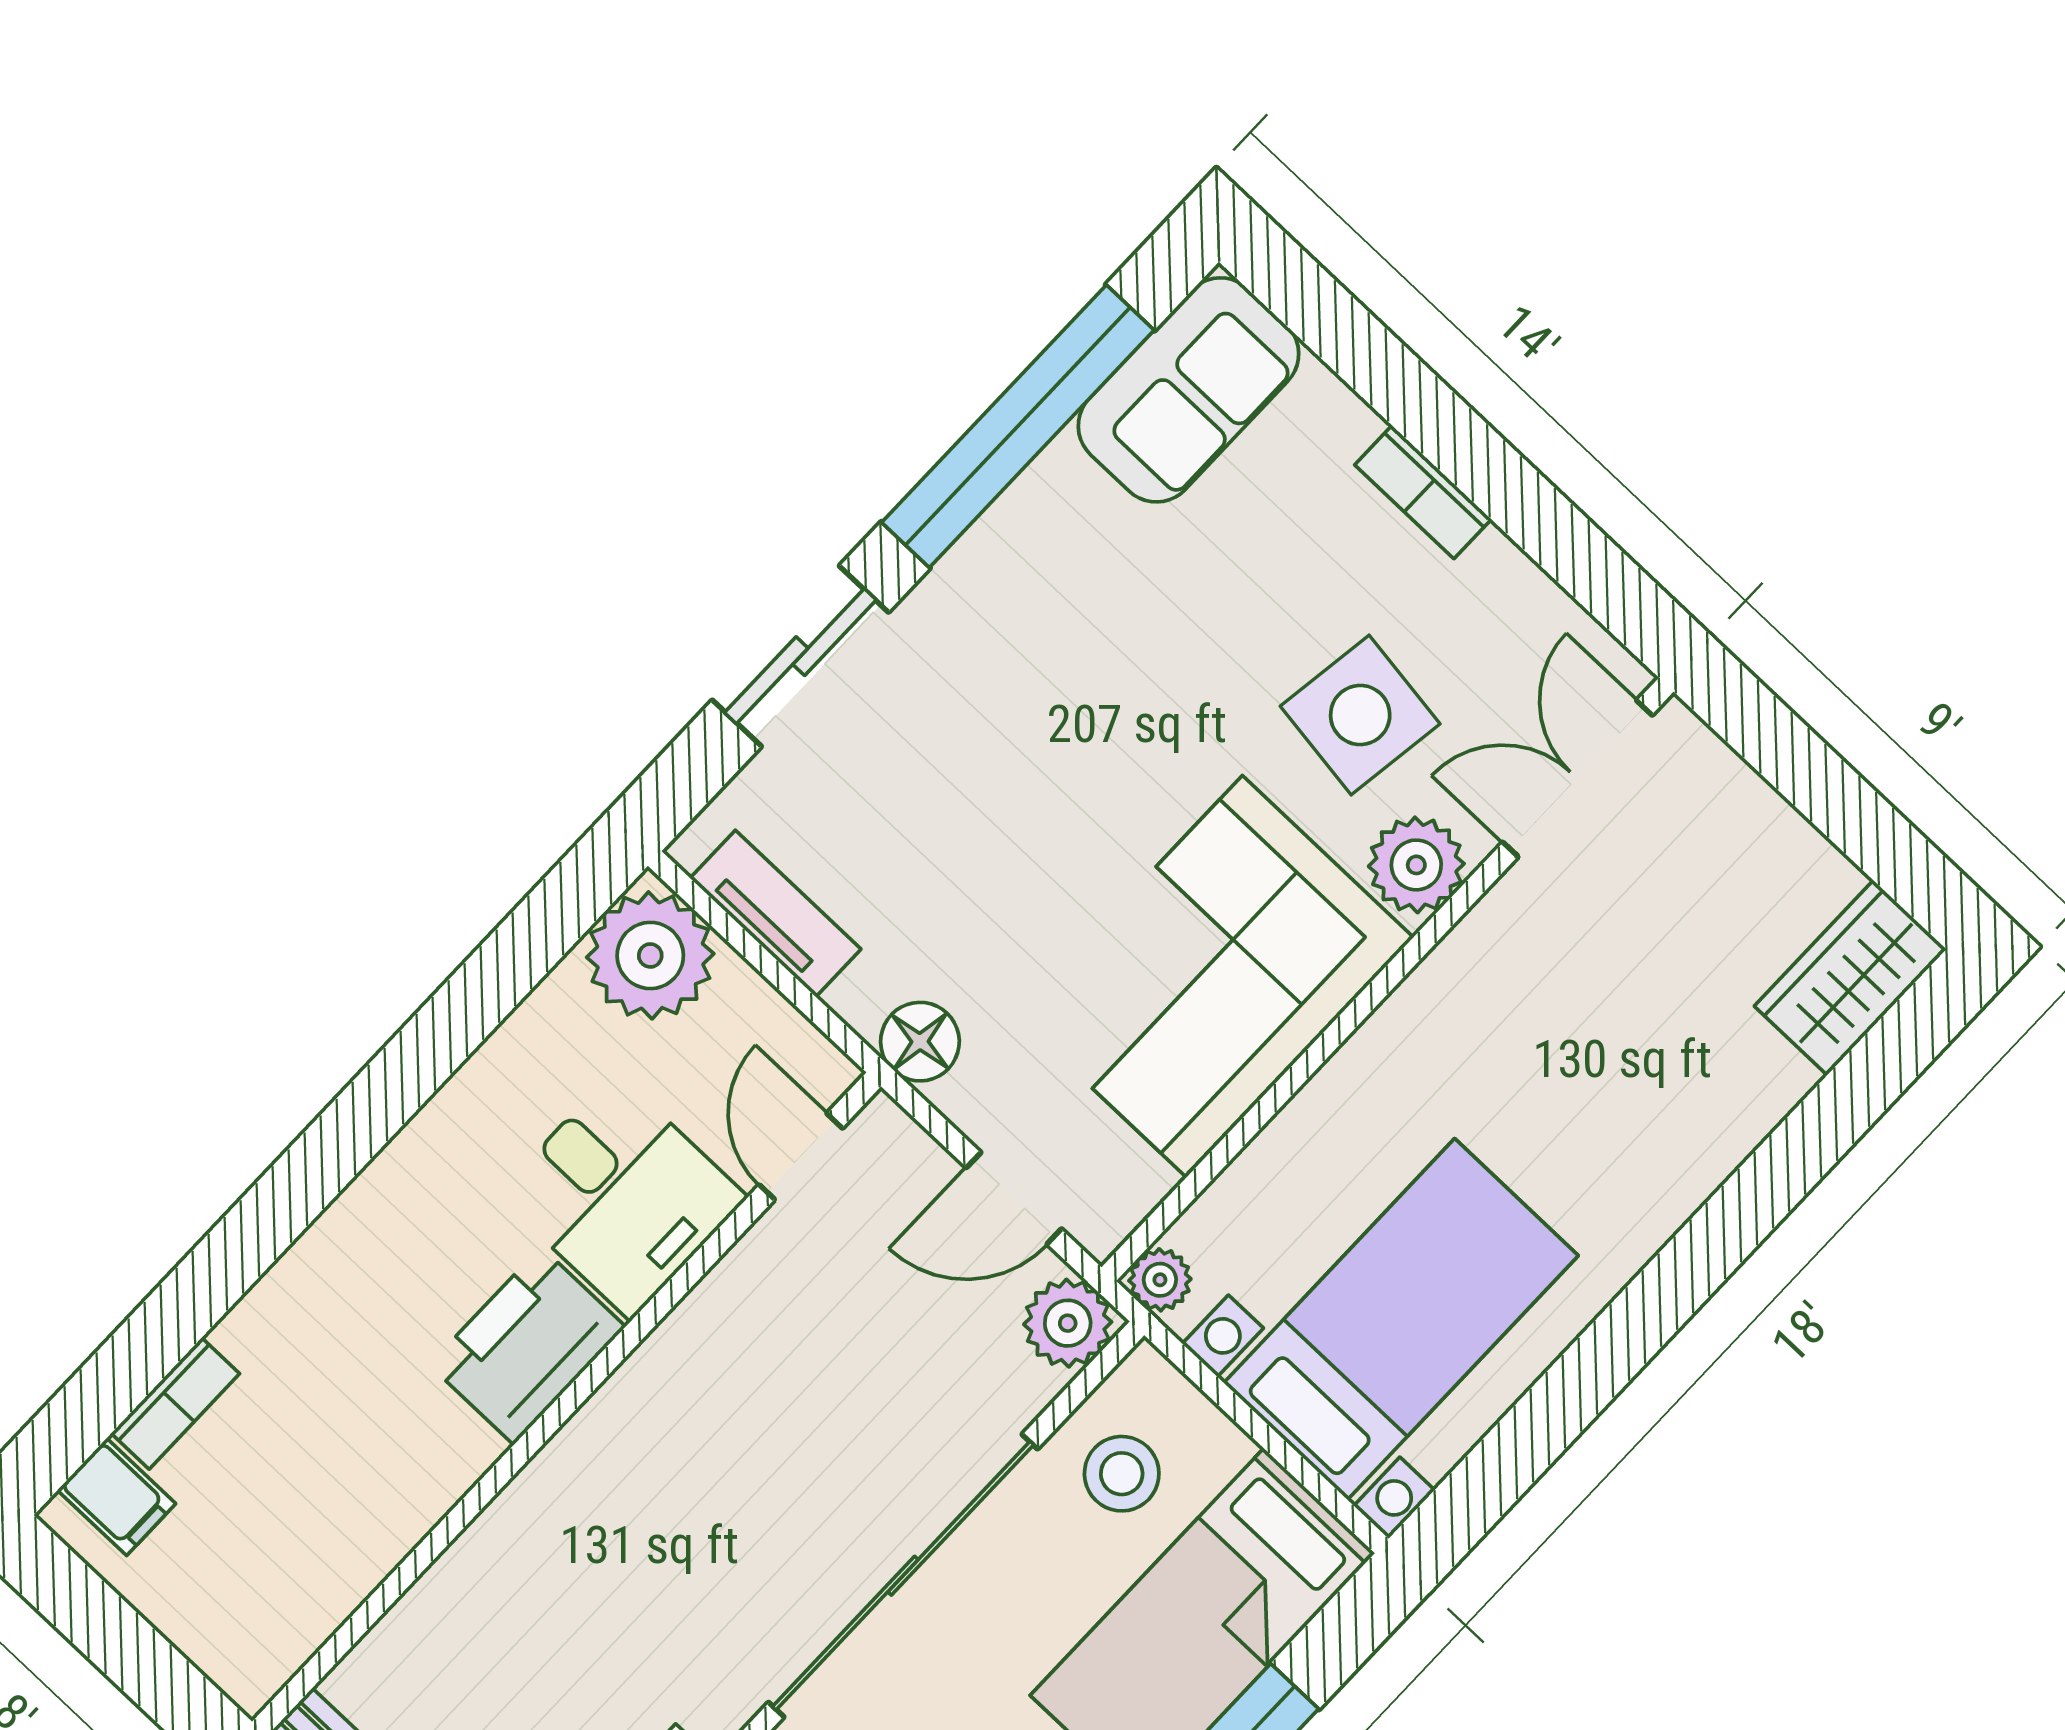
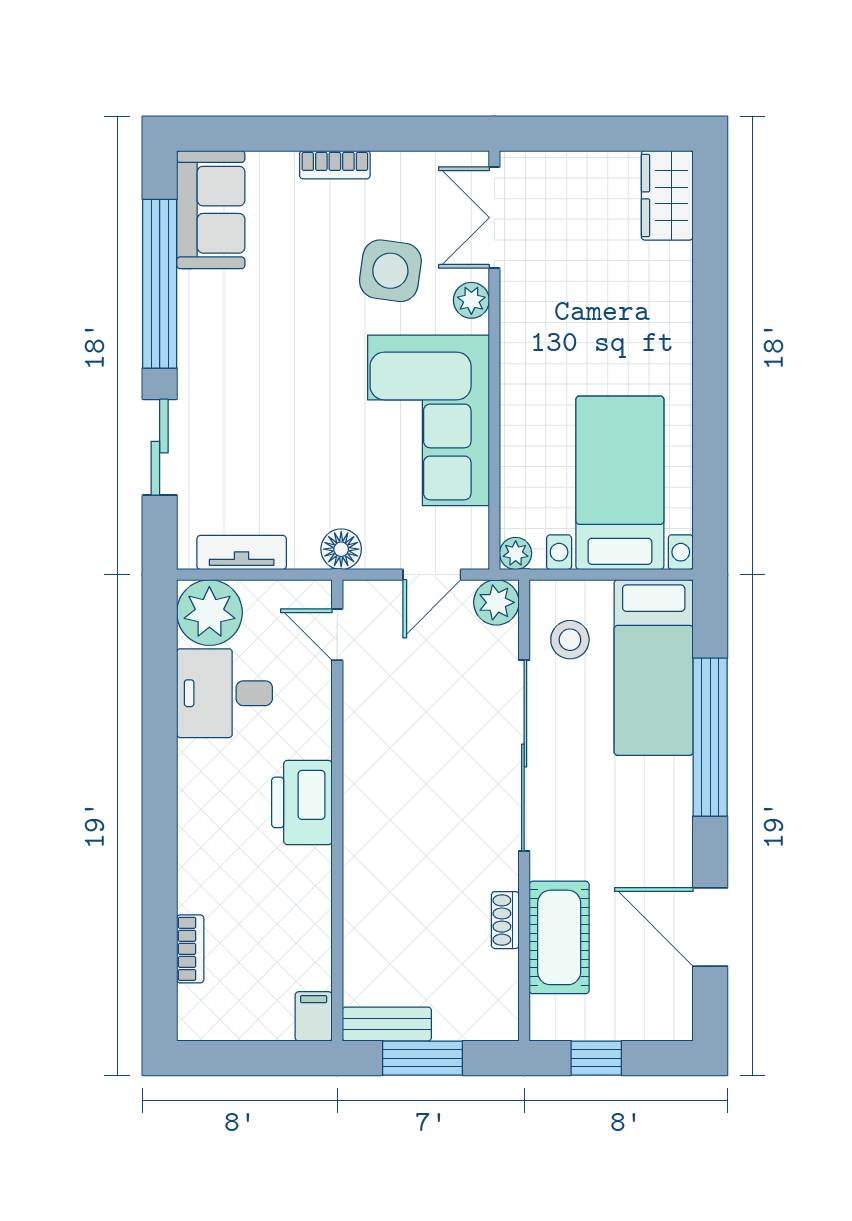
plant: (1416, 865) -> (471, 300), width x0.73, depth x0.73
desk: (622, 1196) -> (225, 693), moved, turned 180
filing cabinet: (117, 1497) -> (314, 1016), moved, turned -90

